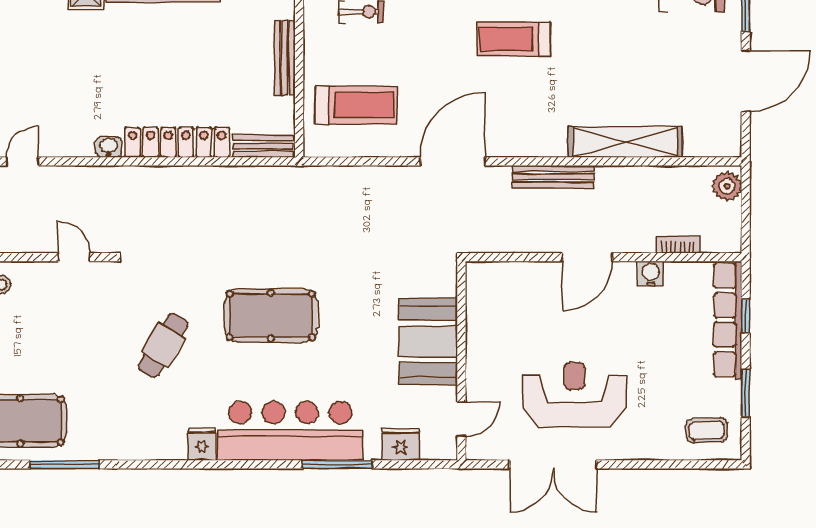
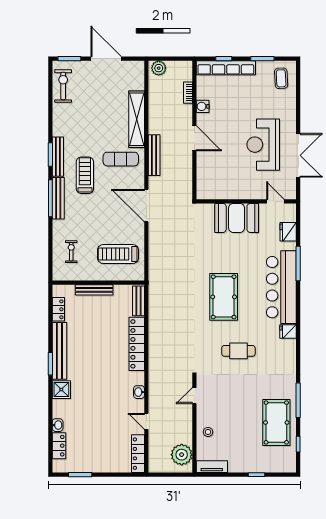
treadmill: (513, 39) -> (85, 175), turned 180
treadmill: (356, 105) -> (118, 254), turned -90
exercise mat: (546, 111) -> (121, 159), added
washbasin: (108, 147) -> (139, 392), moved
cafe table: (163, 345) -> (238, 351), turned -31

